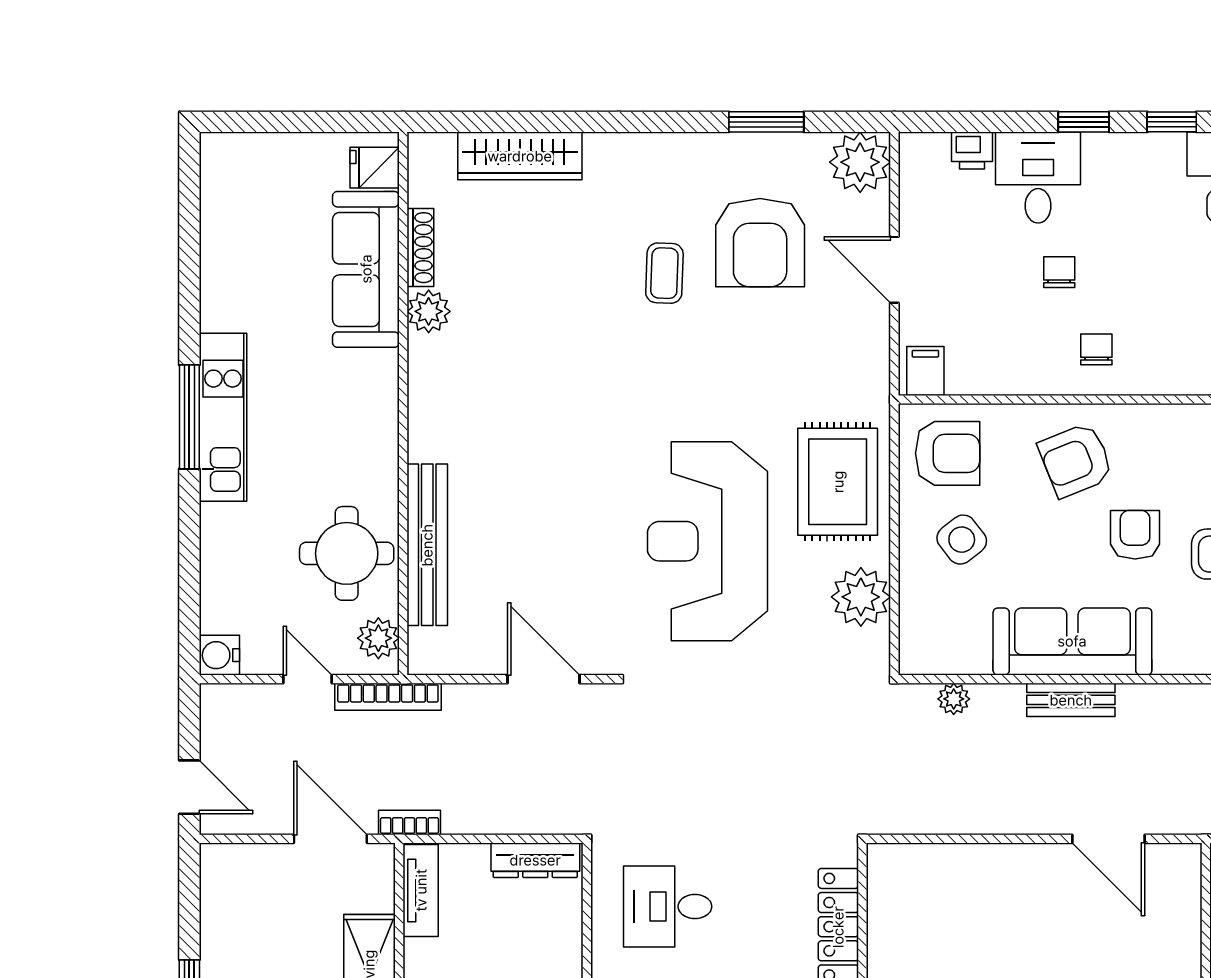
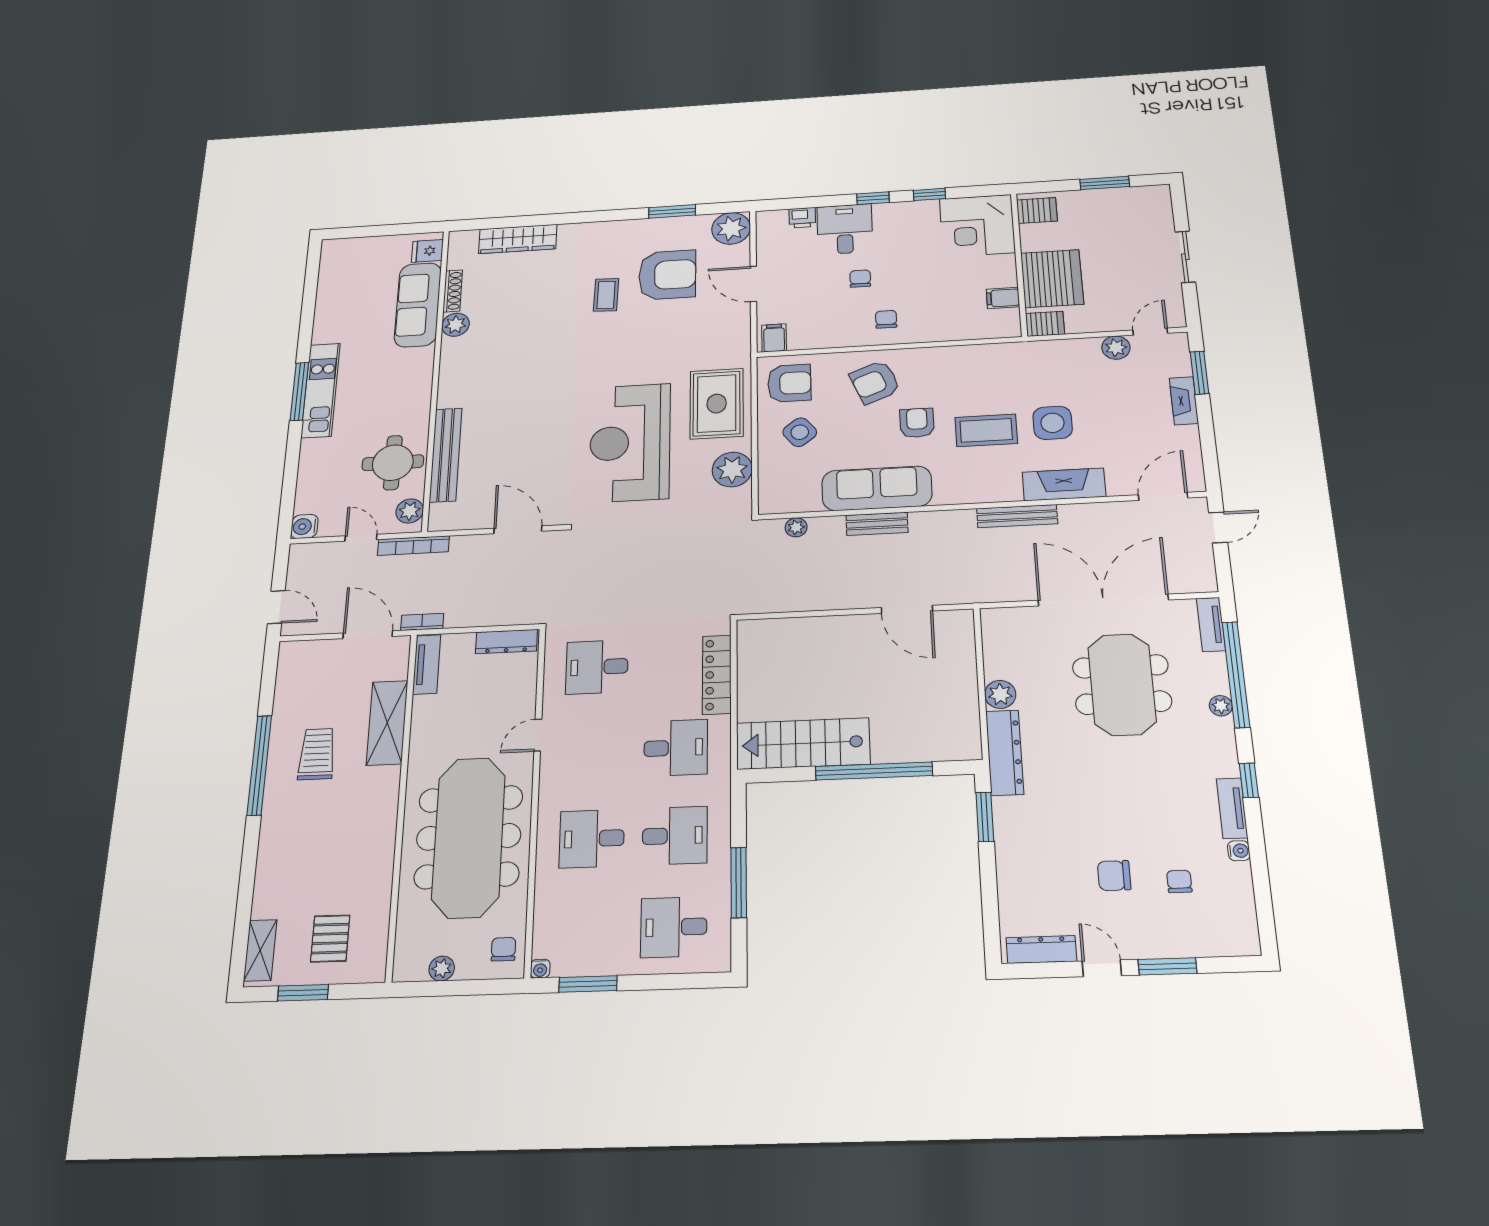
armchair: (760, 243) -> (667, 275), turned -90

